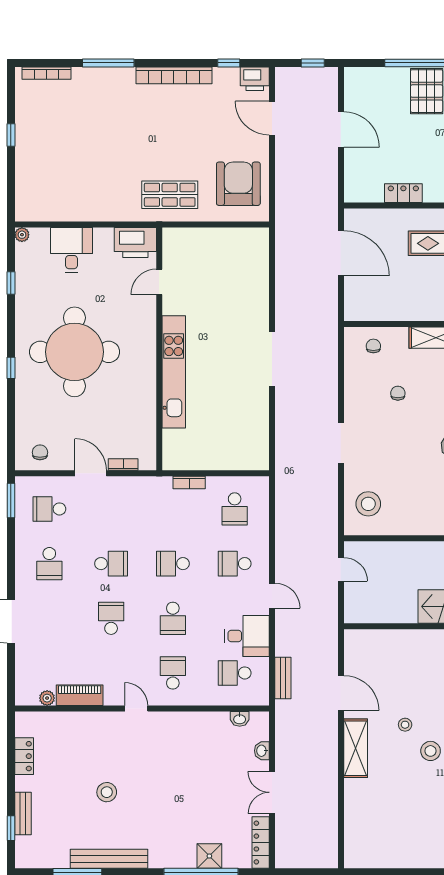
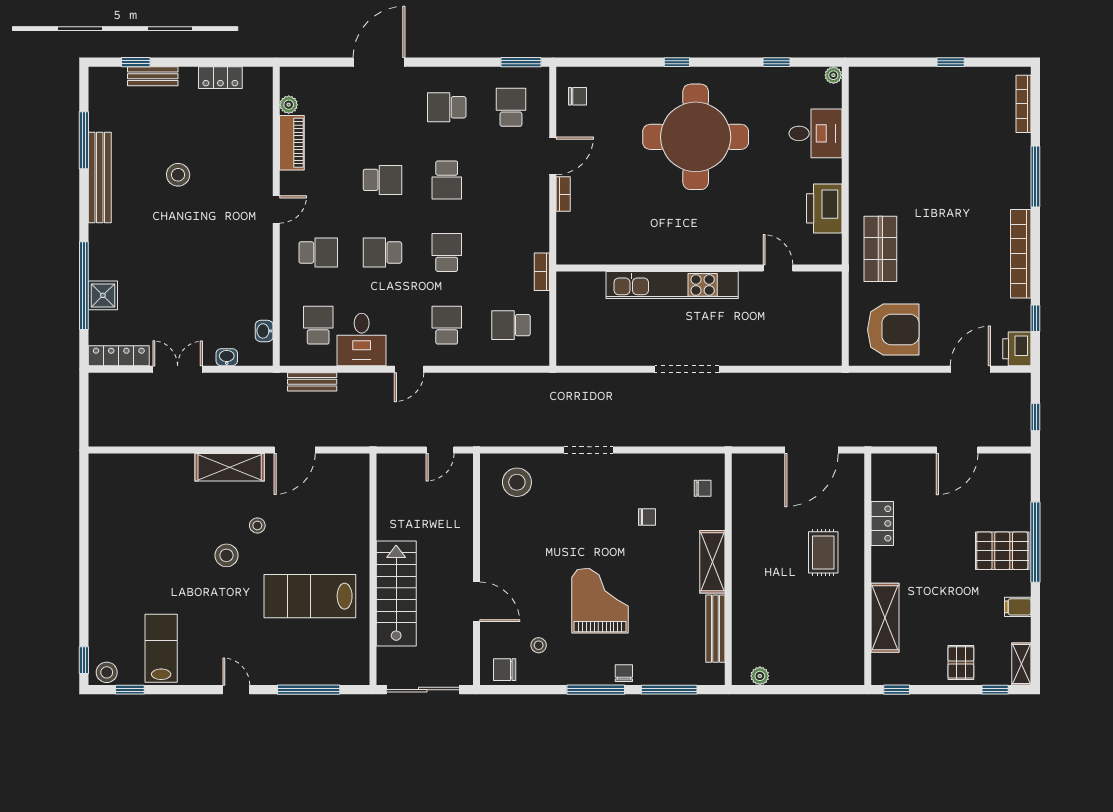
door: (159, 282) -> (778, 268), moved
wall: (159, 349) -> (699, 268), moved
kitchen unit: (174, 372) -> (672, 285), moved

